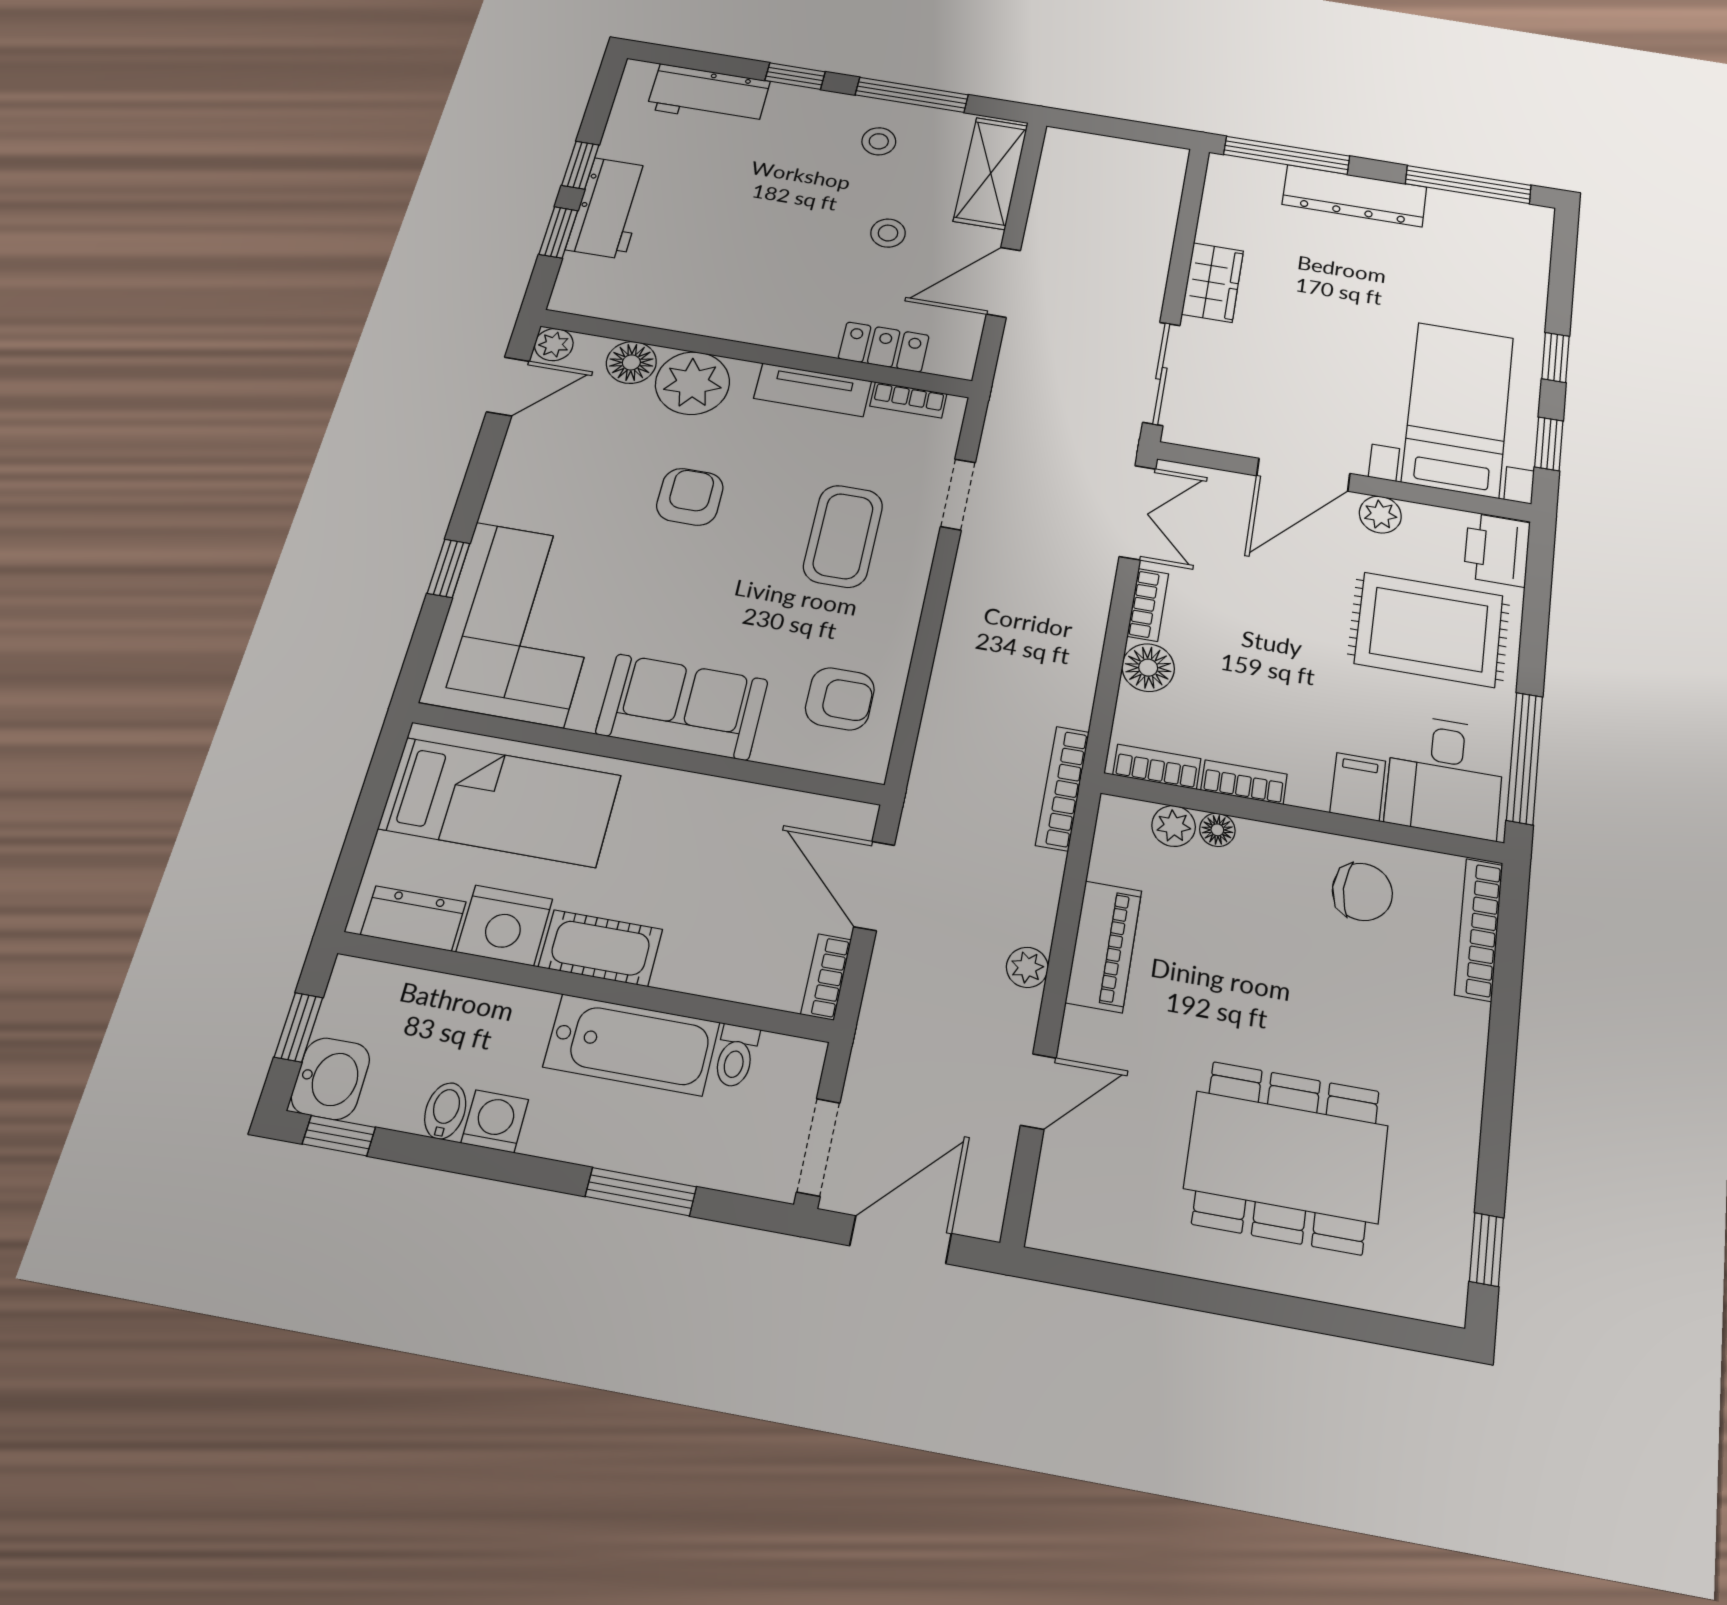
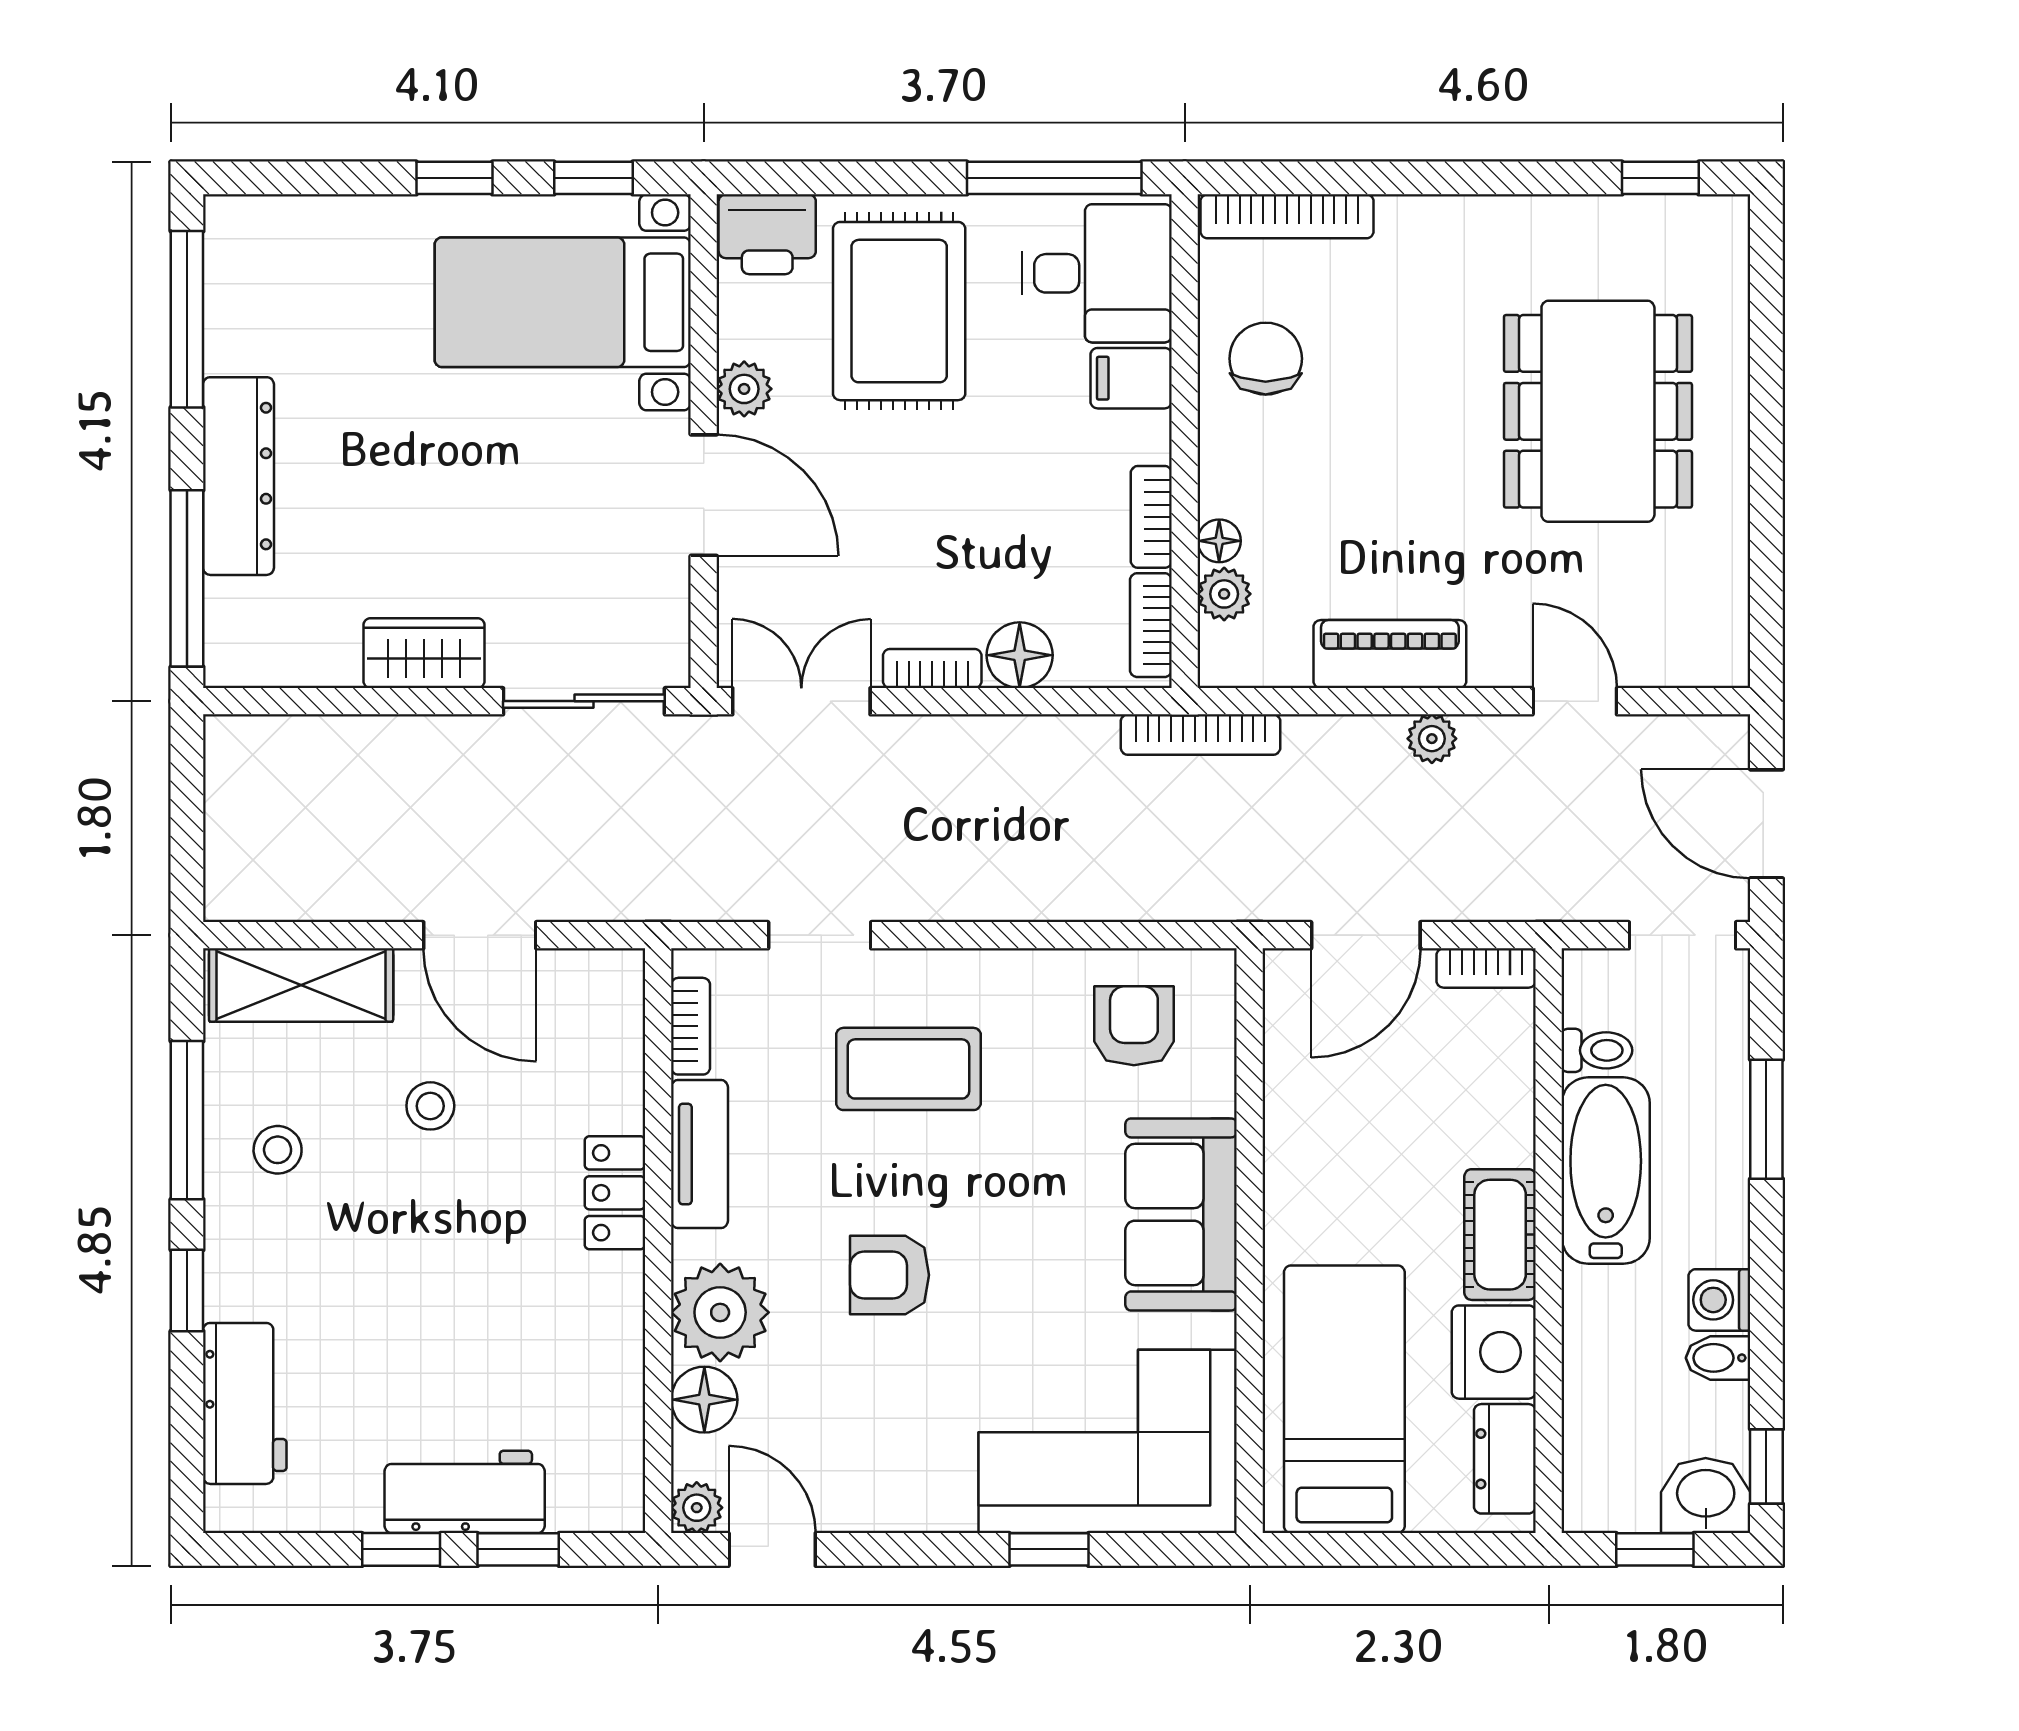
locker: (884, 347) -> (615, 1193), moved

